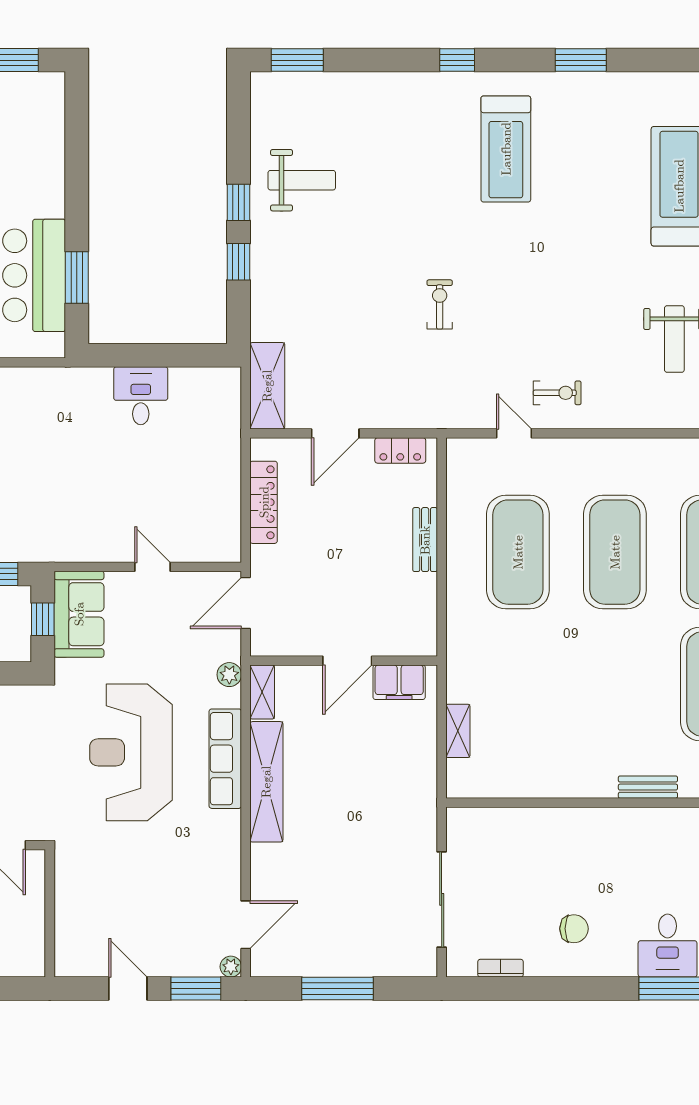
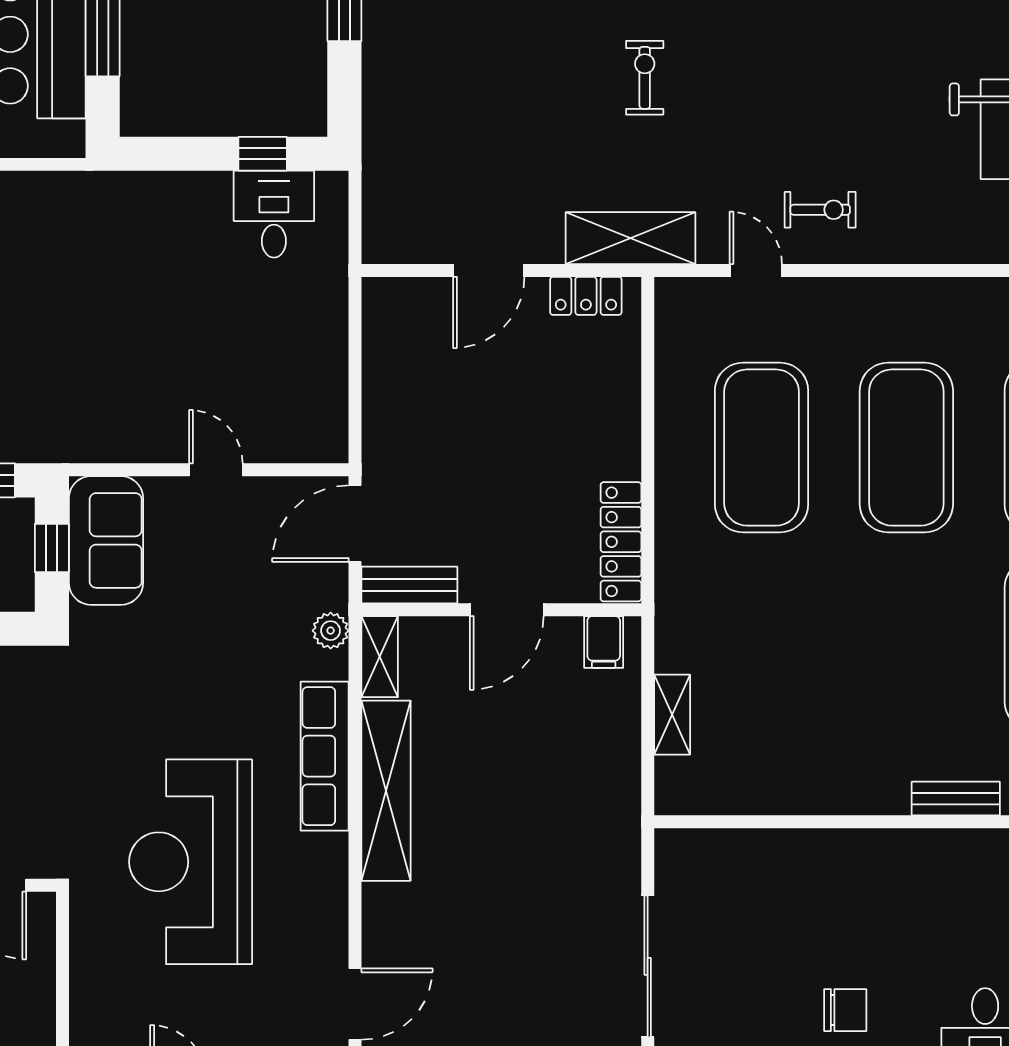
window: (184, 355) -> (263, 154), added
shelving: (267, 386) -> (630, 238), moved, turned 90
desk: (141, 396) -> (274, 214), moved
locker: (264, 502) -> (621, 542), moved, turned 180
bench: (425, 540) -> (409, 585), moved, turned 90
filing cabinet: (399, 682) -> (604, 642), width x0.50
reception desk: (131, 752) -> (191, 862), moved

